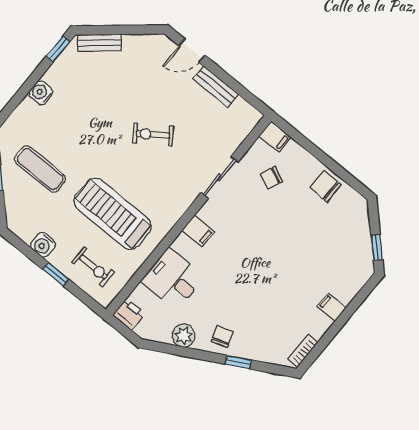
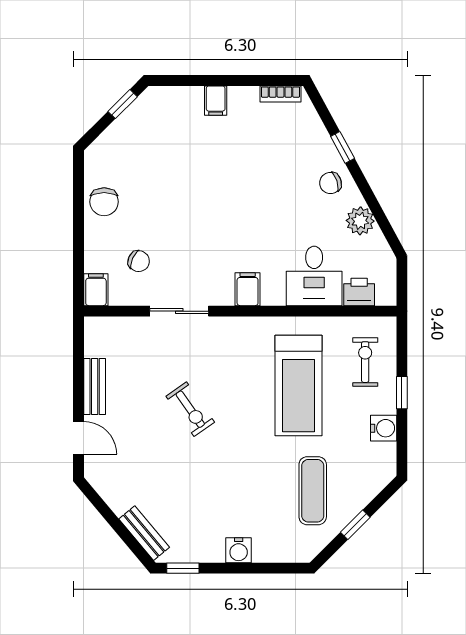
printer: (129, 314) -> (359, 292), moved, turned 90

